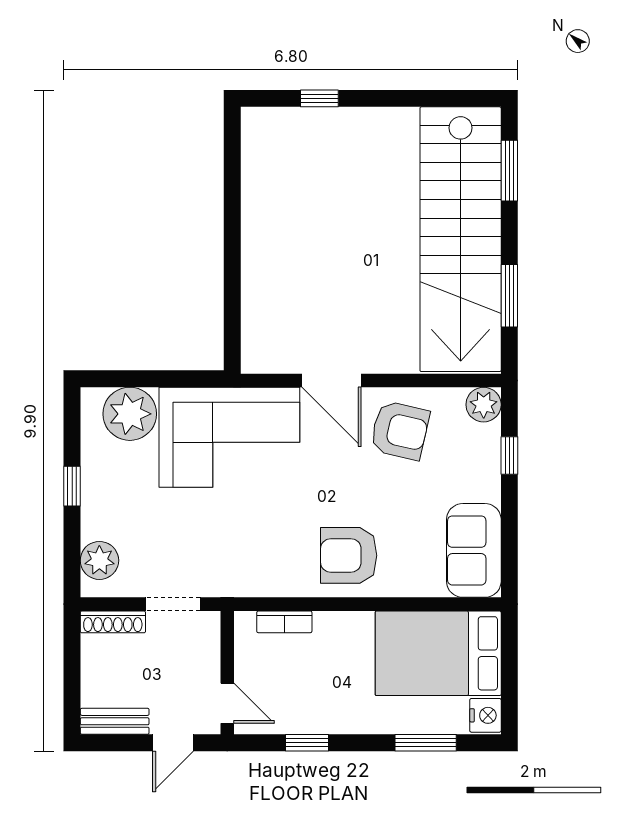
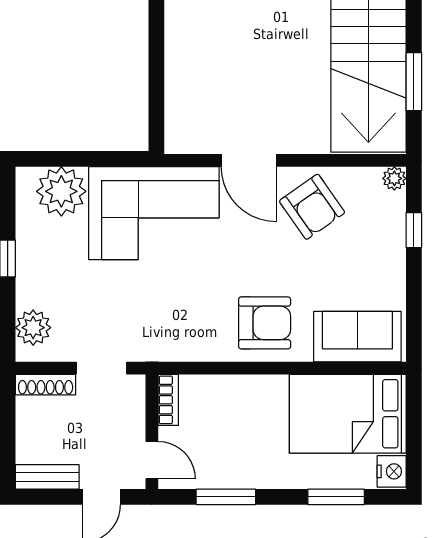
plant: (484, 405) -> (394, 178), width x0.73, depth x0.73
armchair: (400, 430) -> (312, 207), turned 42
sofa: (474, 550) -> (357, 337), moved, turned 90
armchair: (349, 555) -> (265, 323), turned 180
bookcase: (284, 622) -> (168, 400), moved, turned -90
window: (307, 743) -> (226, 497), width x1.50

